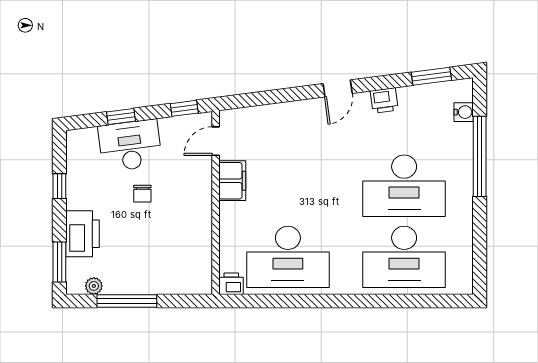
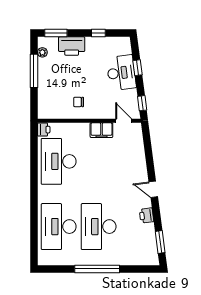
water cooler: (464, 112) -> (140, 260), removed
window: (480, 156) -> (97, 269), moved
chair: (142, 194) -> (79, 102), moved

